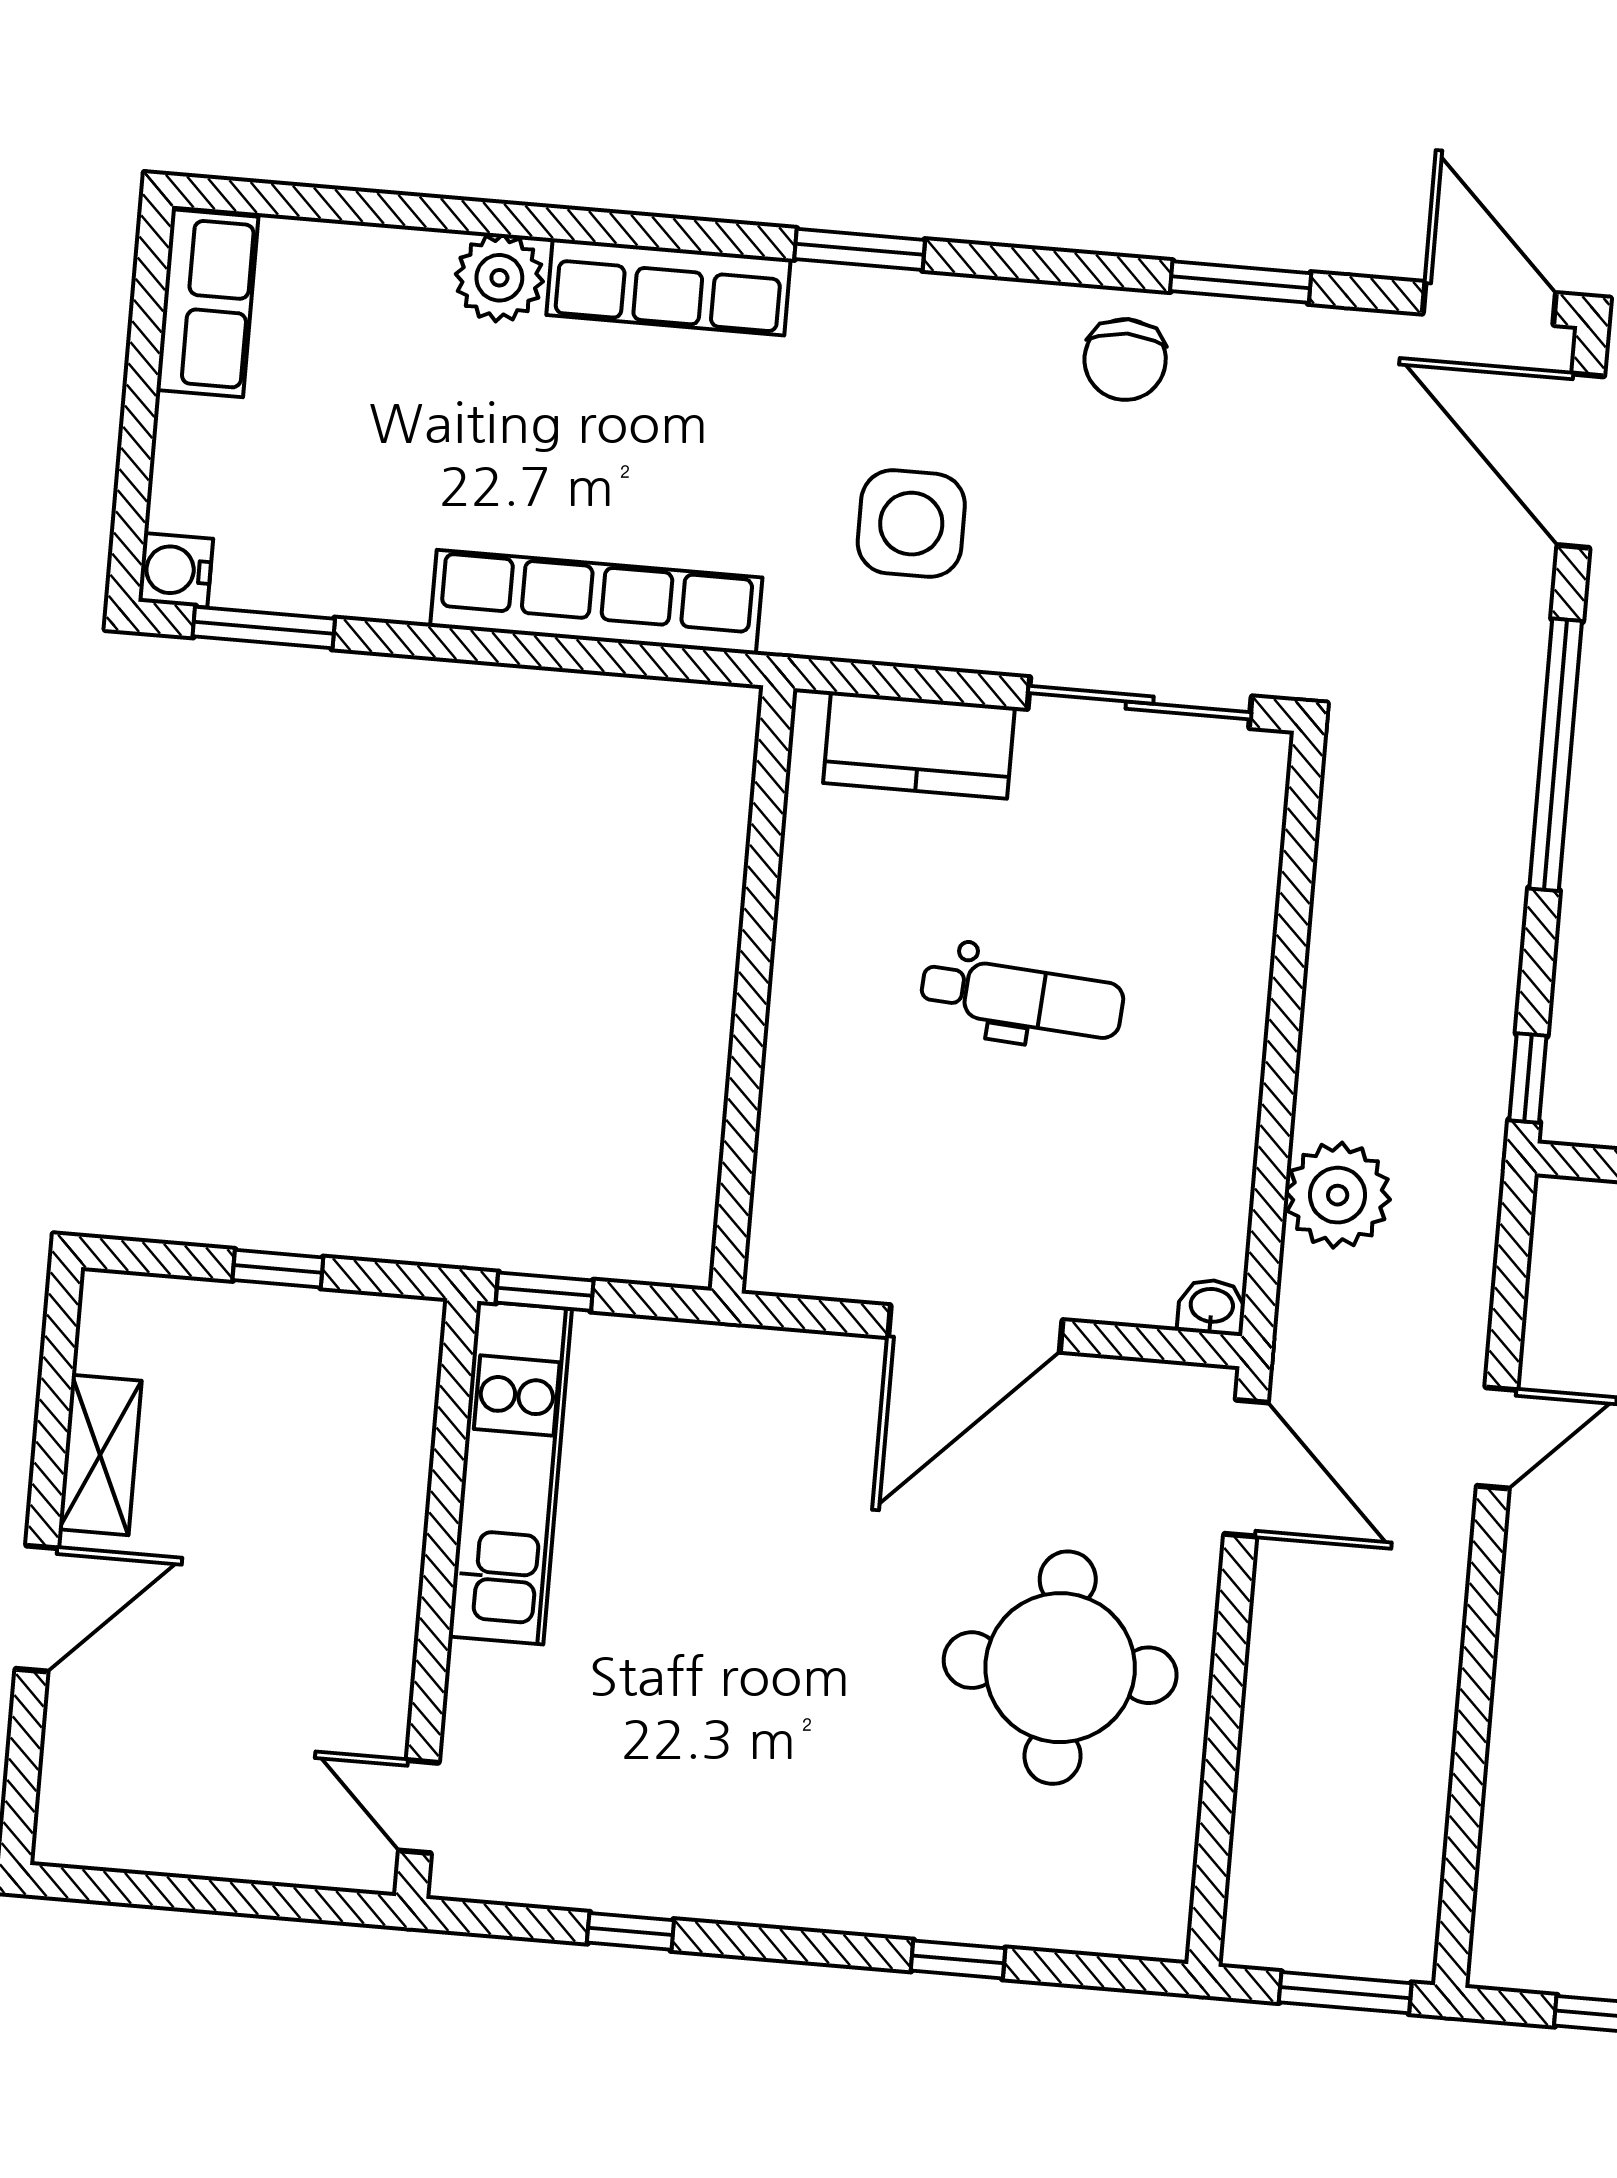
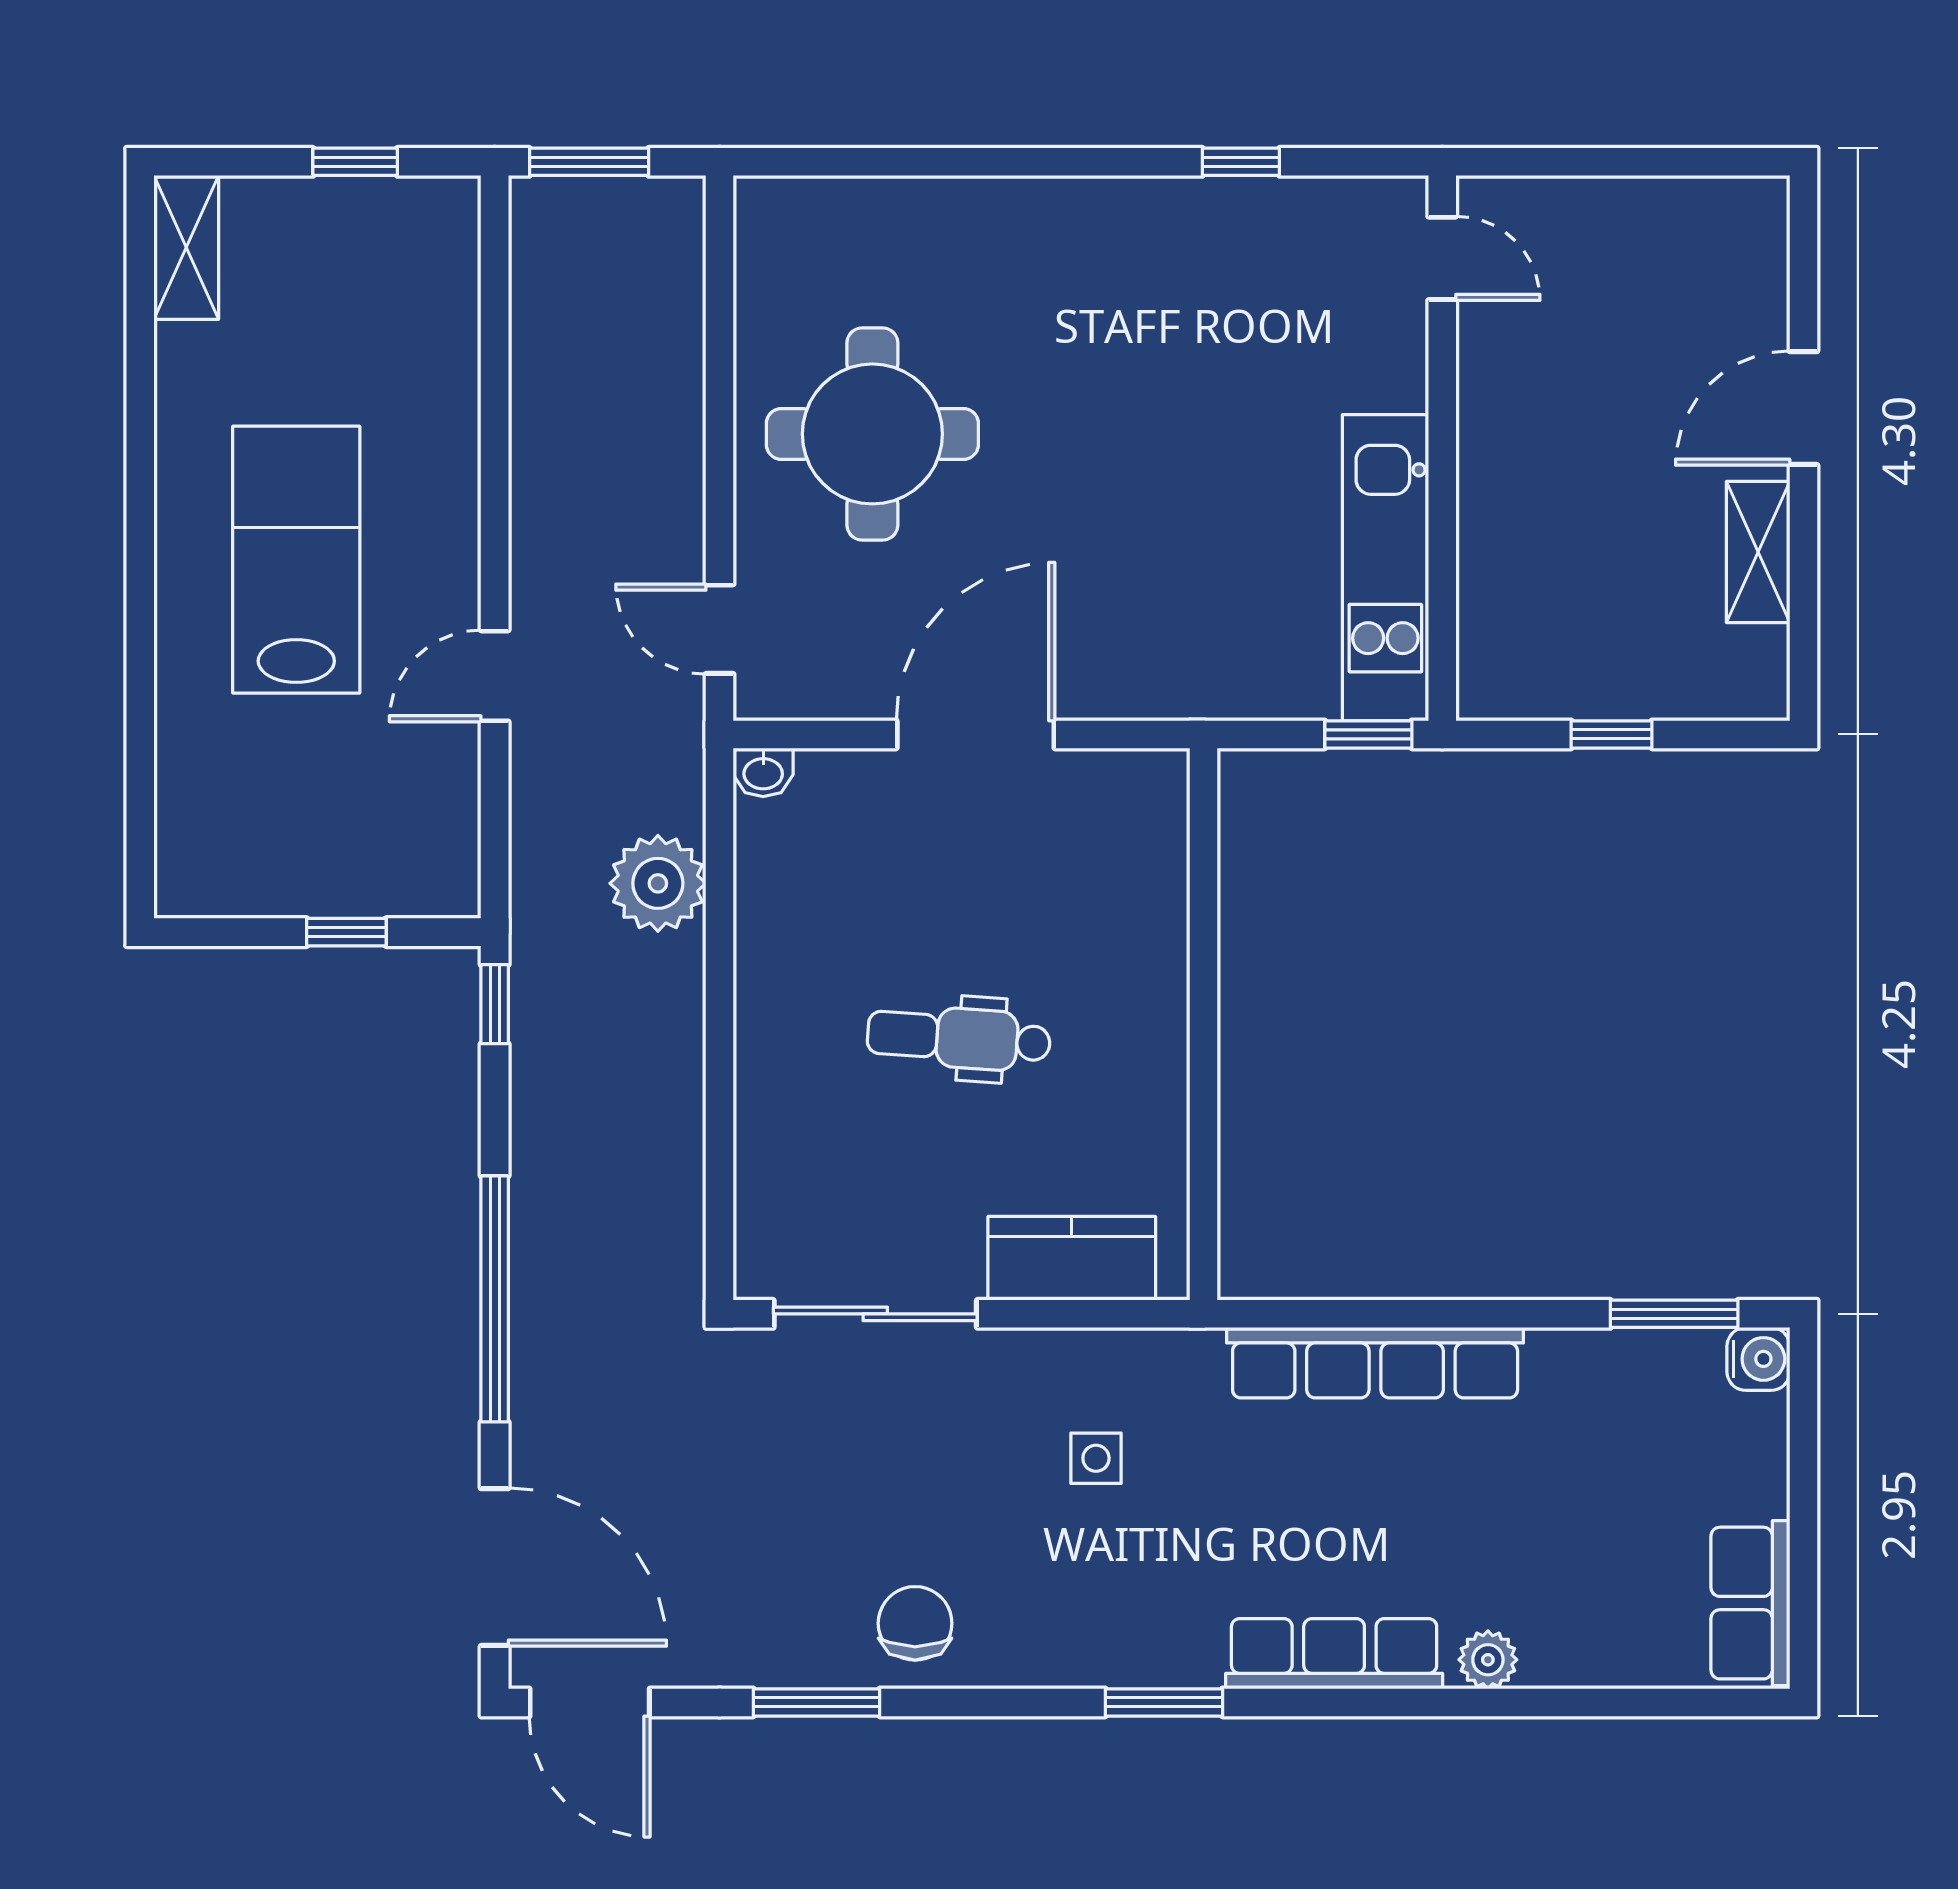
plant: (499, 278) -> (1488, 1660), width x0.73, depth x0.73
side table: (911, 524) -> (1096, 1458), width x0.54, depth x0.54
door: (1246, 1468) -> (720, 629), width x0.73
window: (958, 1959) -> (942, 162), removed

